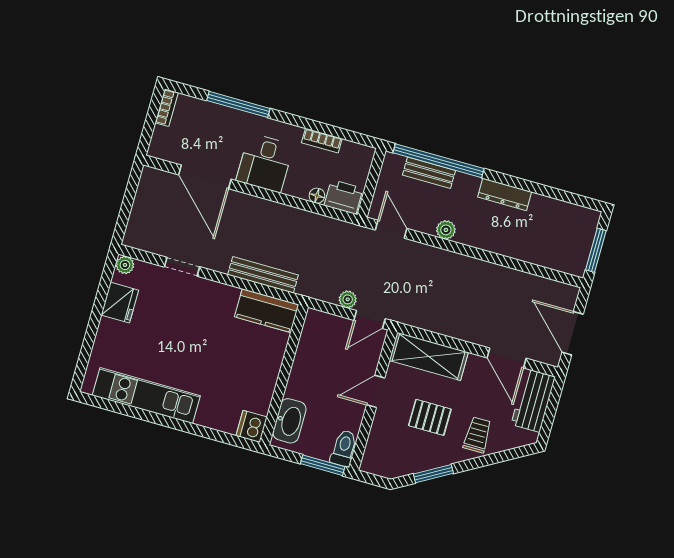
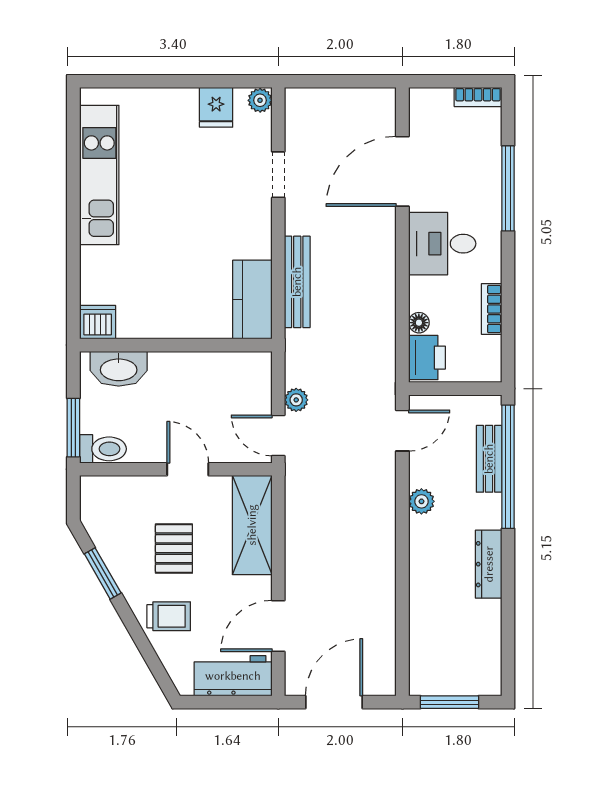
fridge: (120, 303) -> (216, 107), width x0.72

